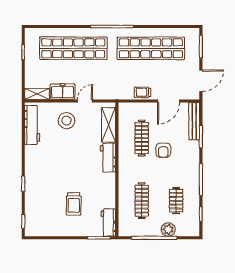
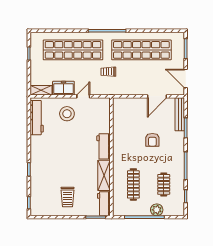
door: (201, 81) -> (186, 79), swing flipped
trolley: (143, 92) -> (108, 72), moved
shelving: (109, 125) -> (104, 175), moved
clothes rail: (142, 138) -> (133, 129), removed
trolley: (74, 204) -> (68, 197), moved

